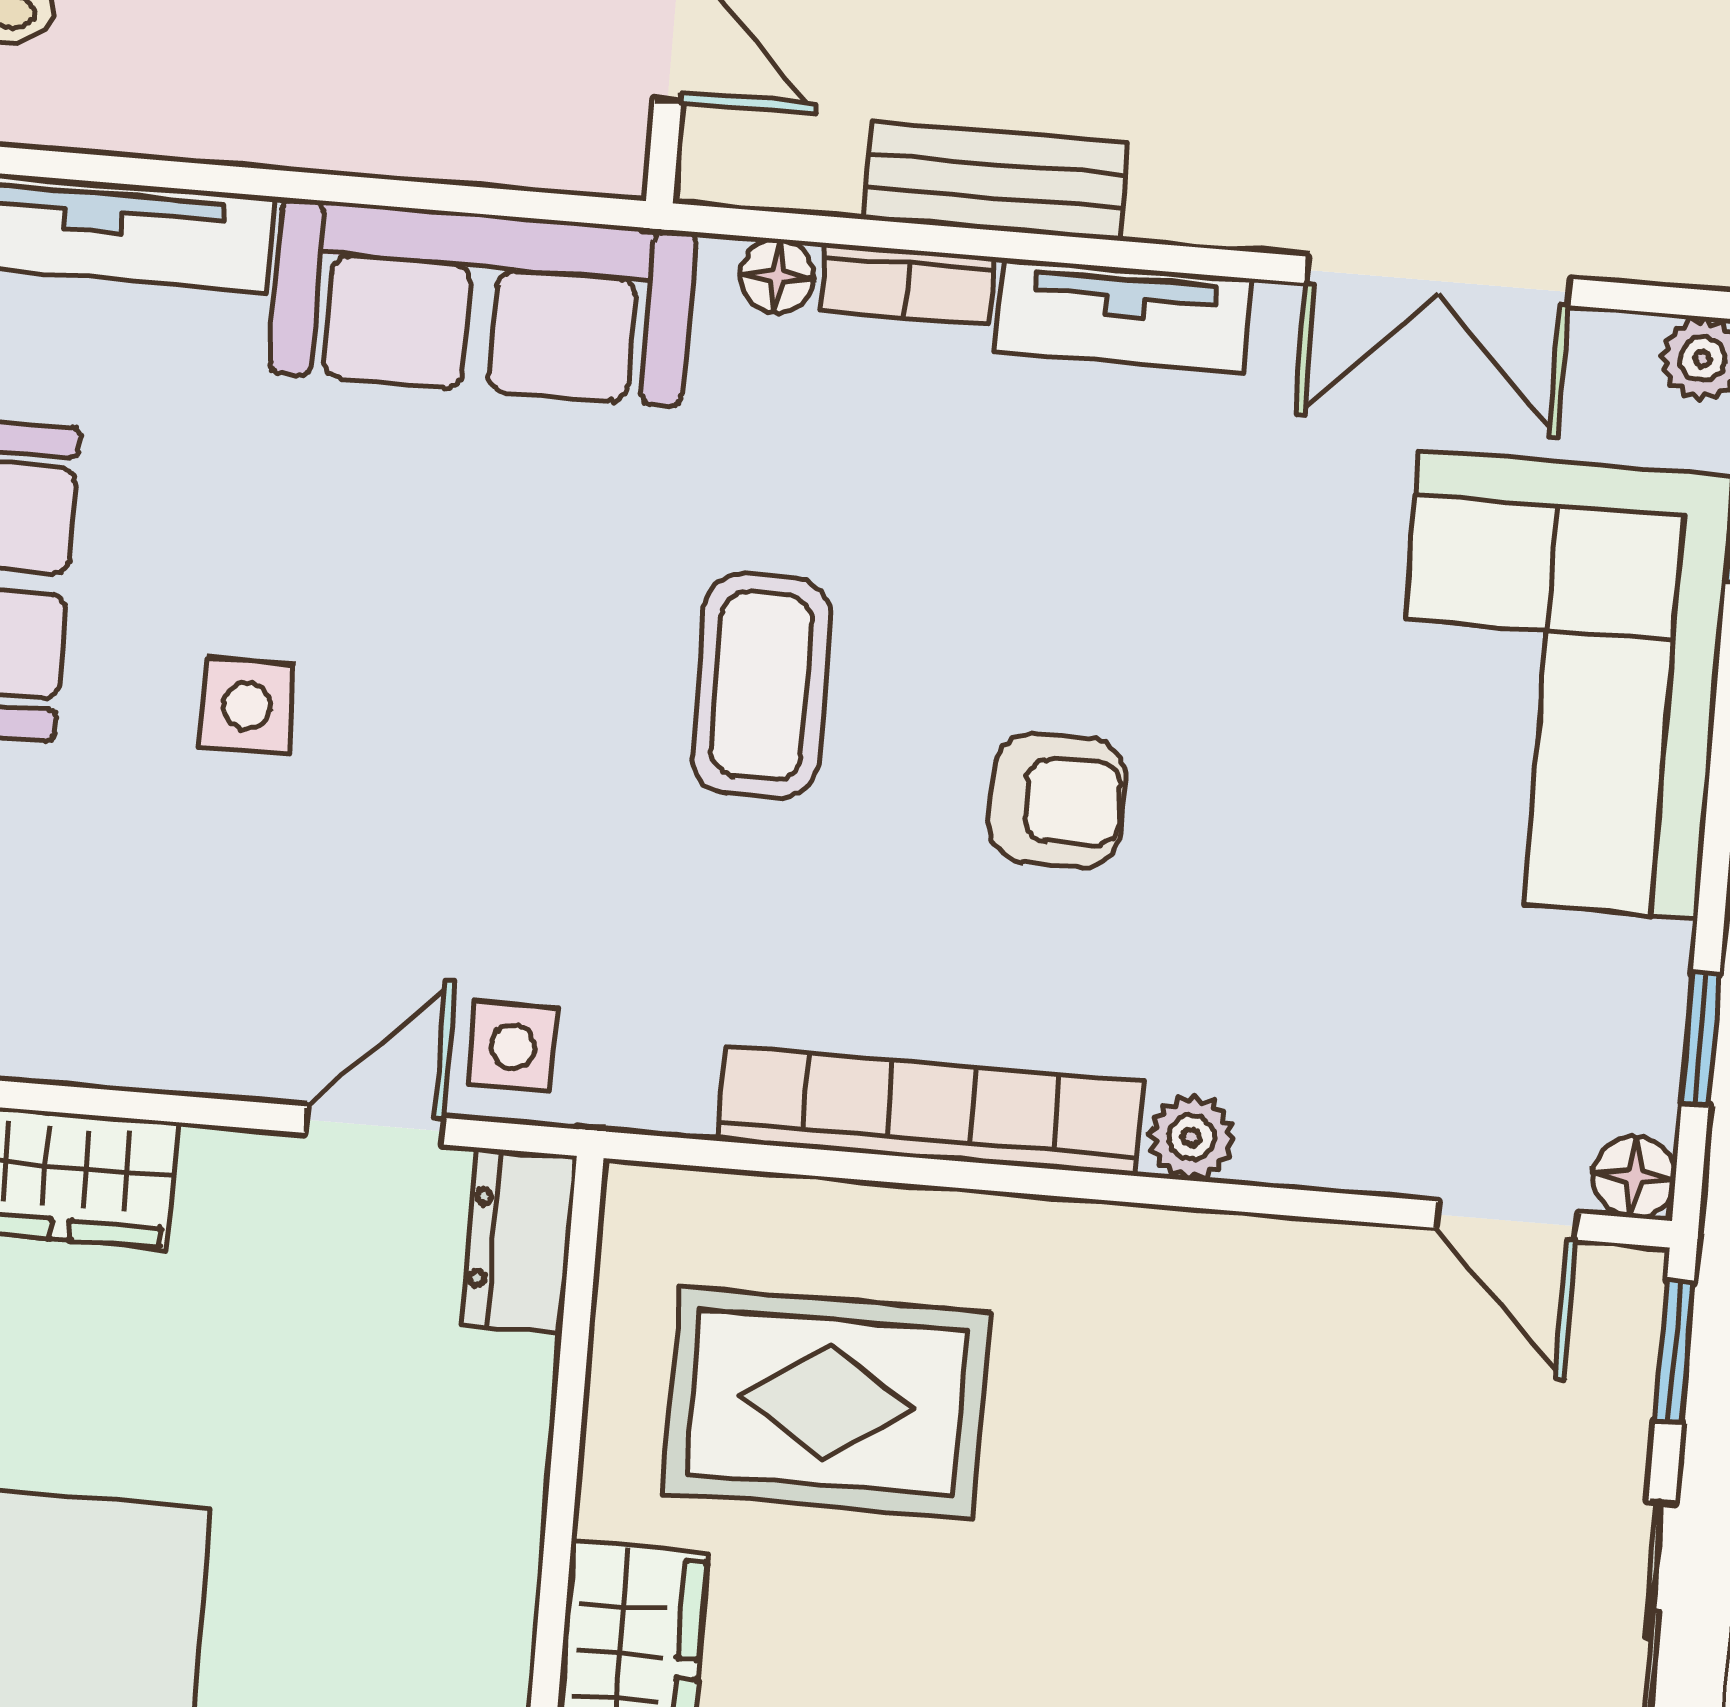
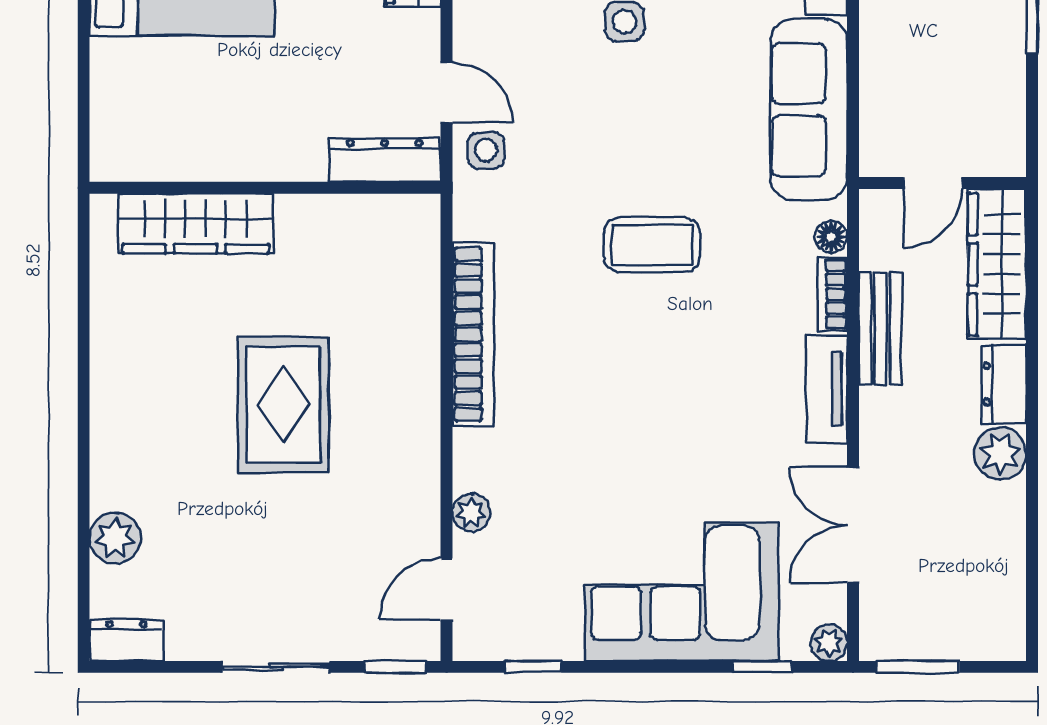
armchair: (1057, 800) -> (613, 378), removed
plant: (1191, 1137) -> (471, 513), moved
floor lamp: (1634, 1177) -> (470, 643), removed
dresser: (519, 1241) -> (385, 160), width x1.44
rug: (826, 1403) -> (283, 405), moved

